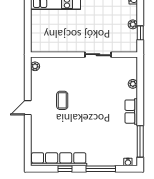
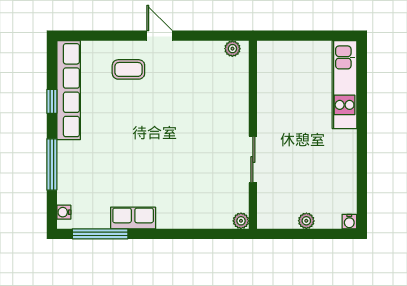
window: (140, 33) -> (291, 234), removed
plant: (133, 84) -> (241, 221), moved
coffee table: (62, 100) -> (128, 69), moved
row of seats: (131, 112) -> (133, 218), moved

